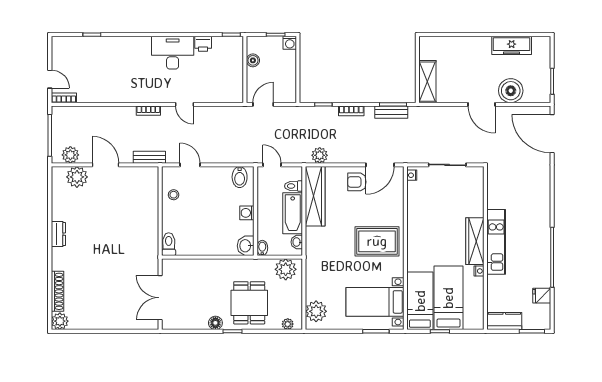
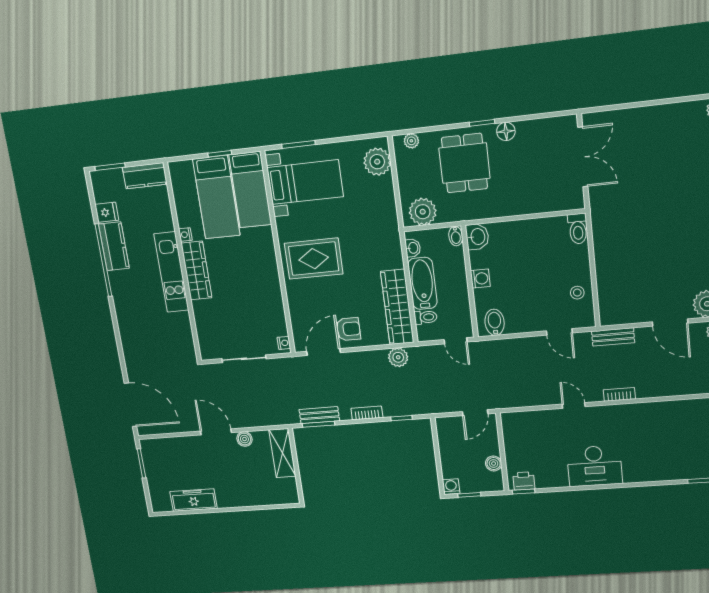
printer: (203, 44) -> (524, 481), moved
boiler: (511, 91) -> (244, 439), moved, width x0.54, depth x0.54
kitchen counter: (541, 268) -> (114, 246), added

